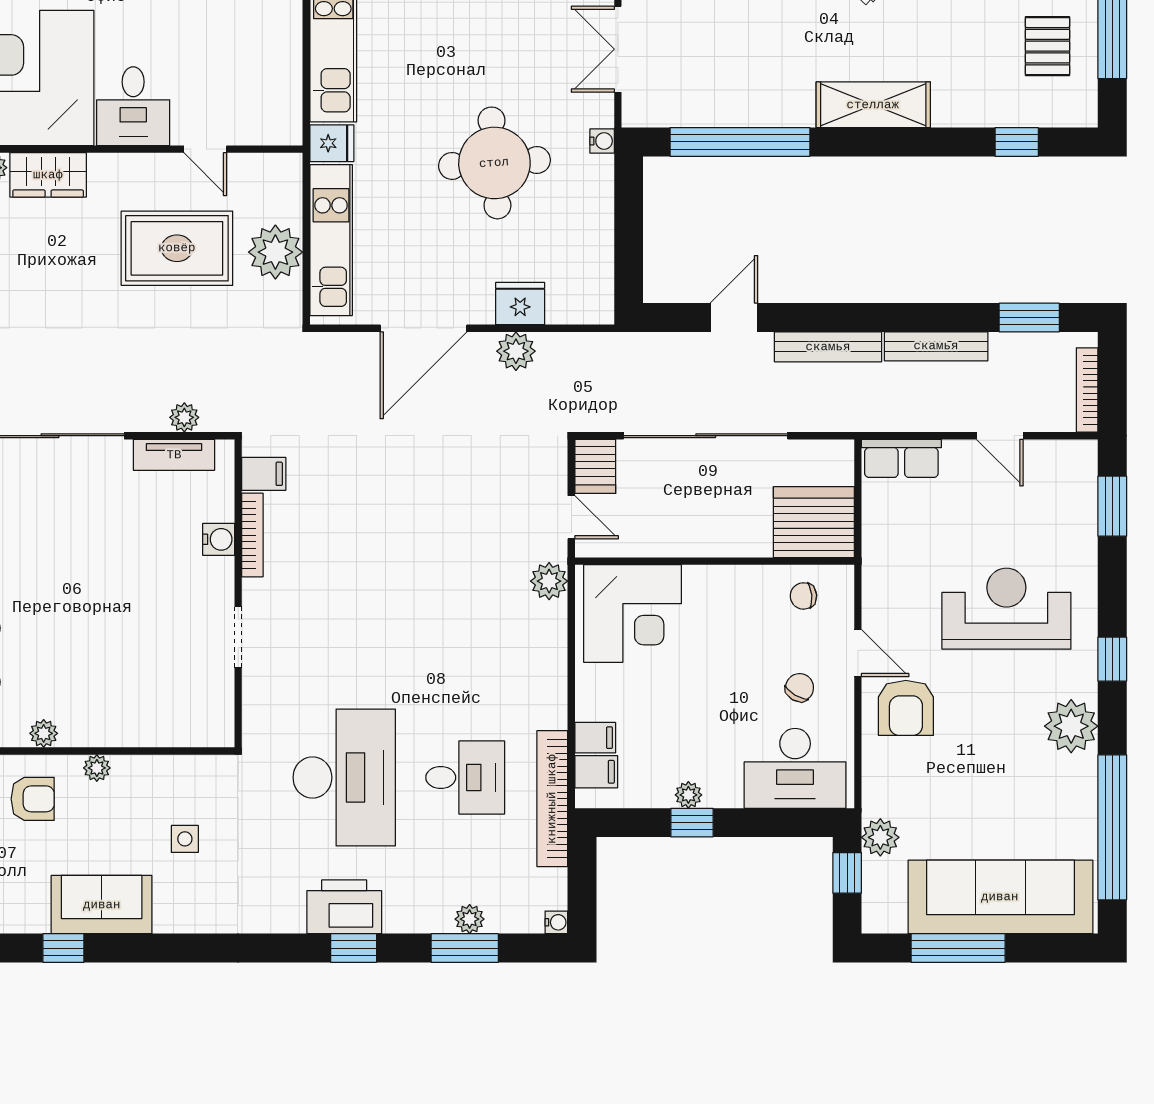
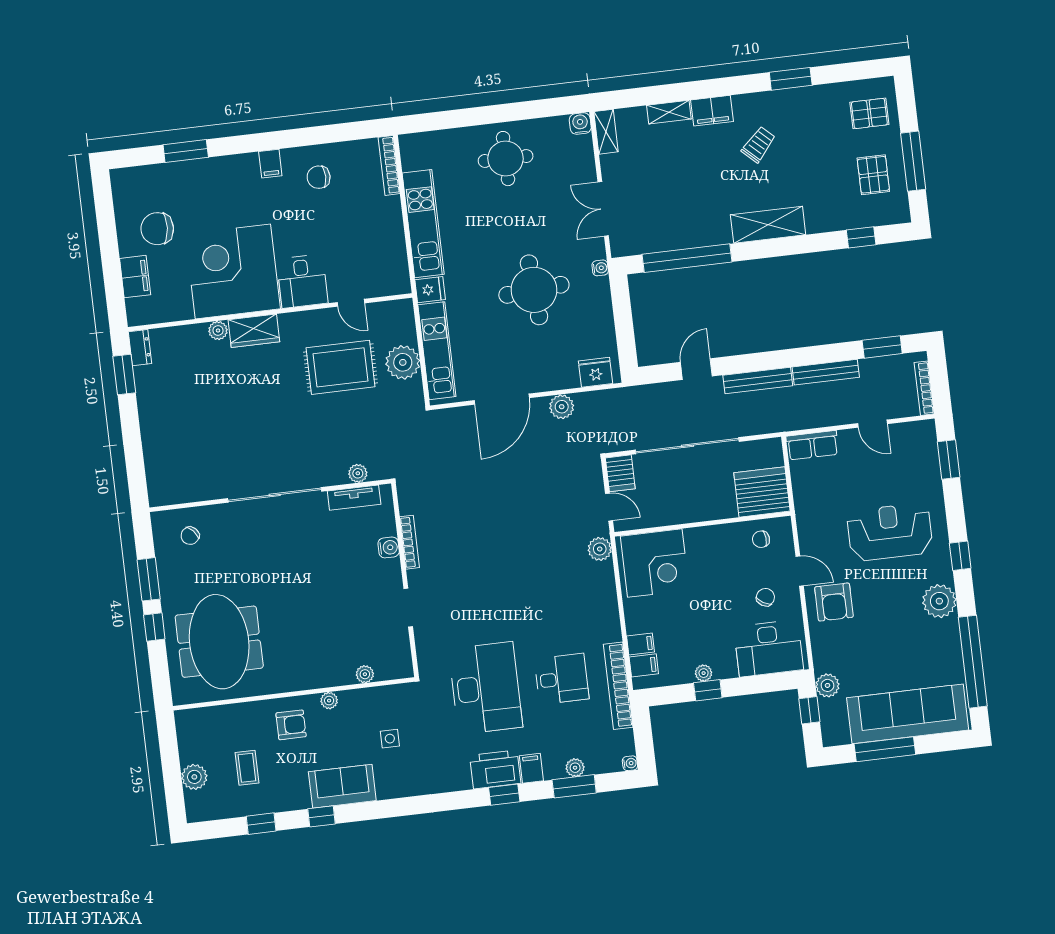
fridge: (520, 304) -> (595, 372), moved
filing cabinet: (264, 474) -> (531, 768), moved, turned -90
plant: (44, 733) -> (365, 674), moved

